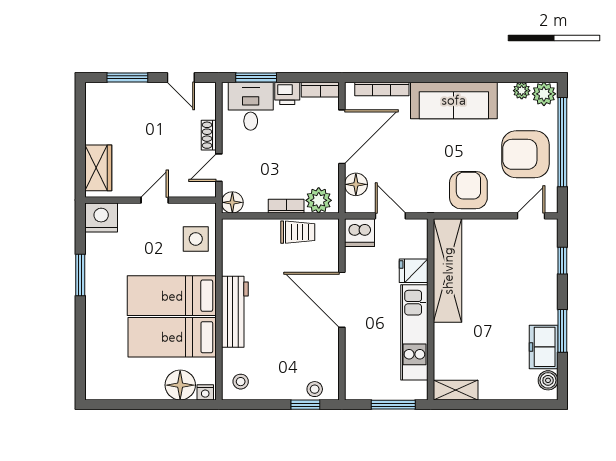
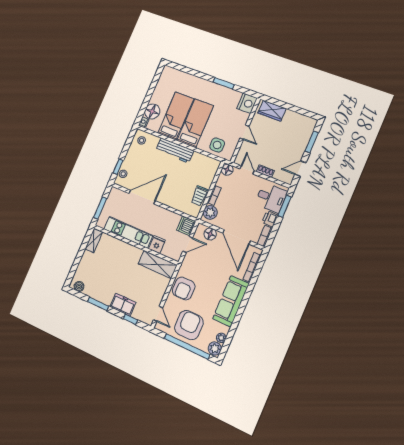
armchair: (468, 190) -> (184, 289), turned 90
shelving: (448, 271) -> (158, 264), width x0.68
door: (342, 300) -> (142, 197), moved
freezer: (544, 347) -> (123, 305), moved

